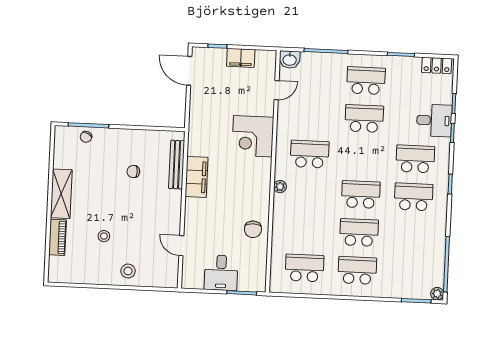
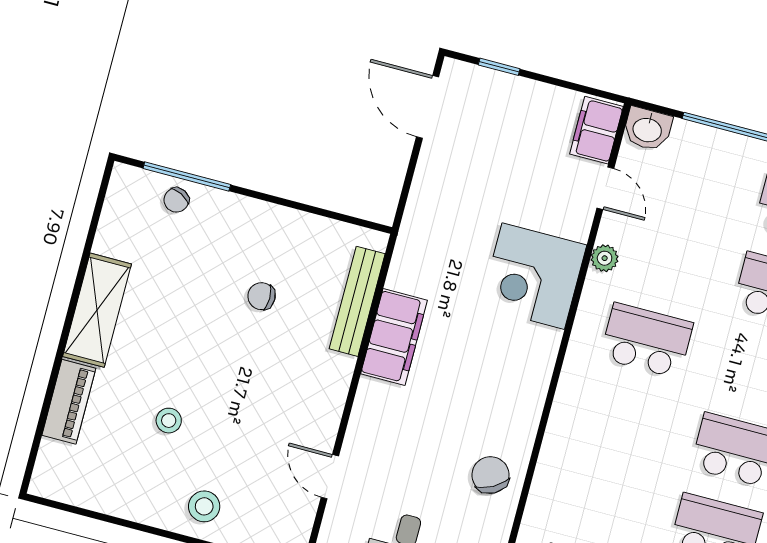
filing cabinet: (241, 58) -> (596, 130), moved, turned 90
door: (277, 90) -> (605, 188), hinge flipped
plant: (280, 187) -> (605, 258), moved
chair: (253, 229) -> (490, 475), turned 151

